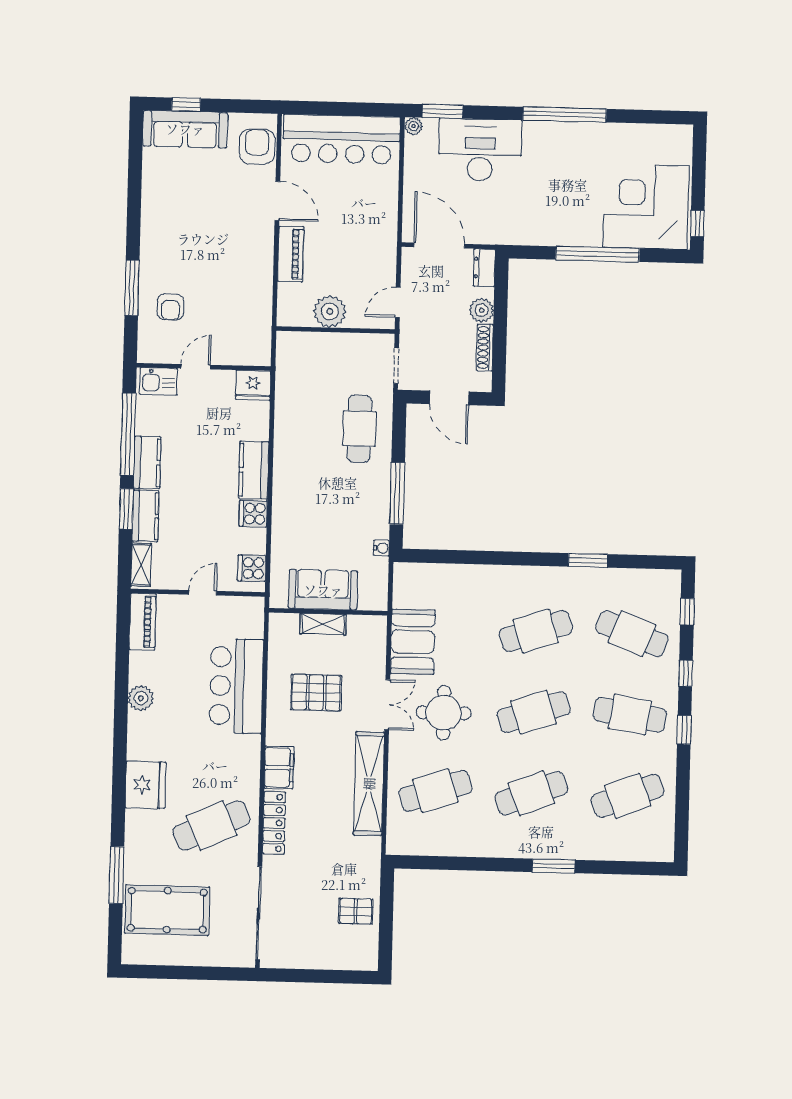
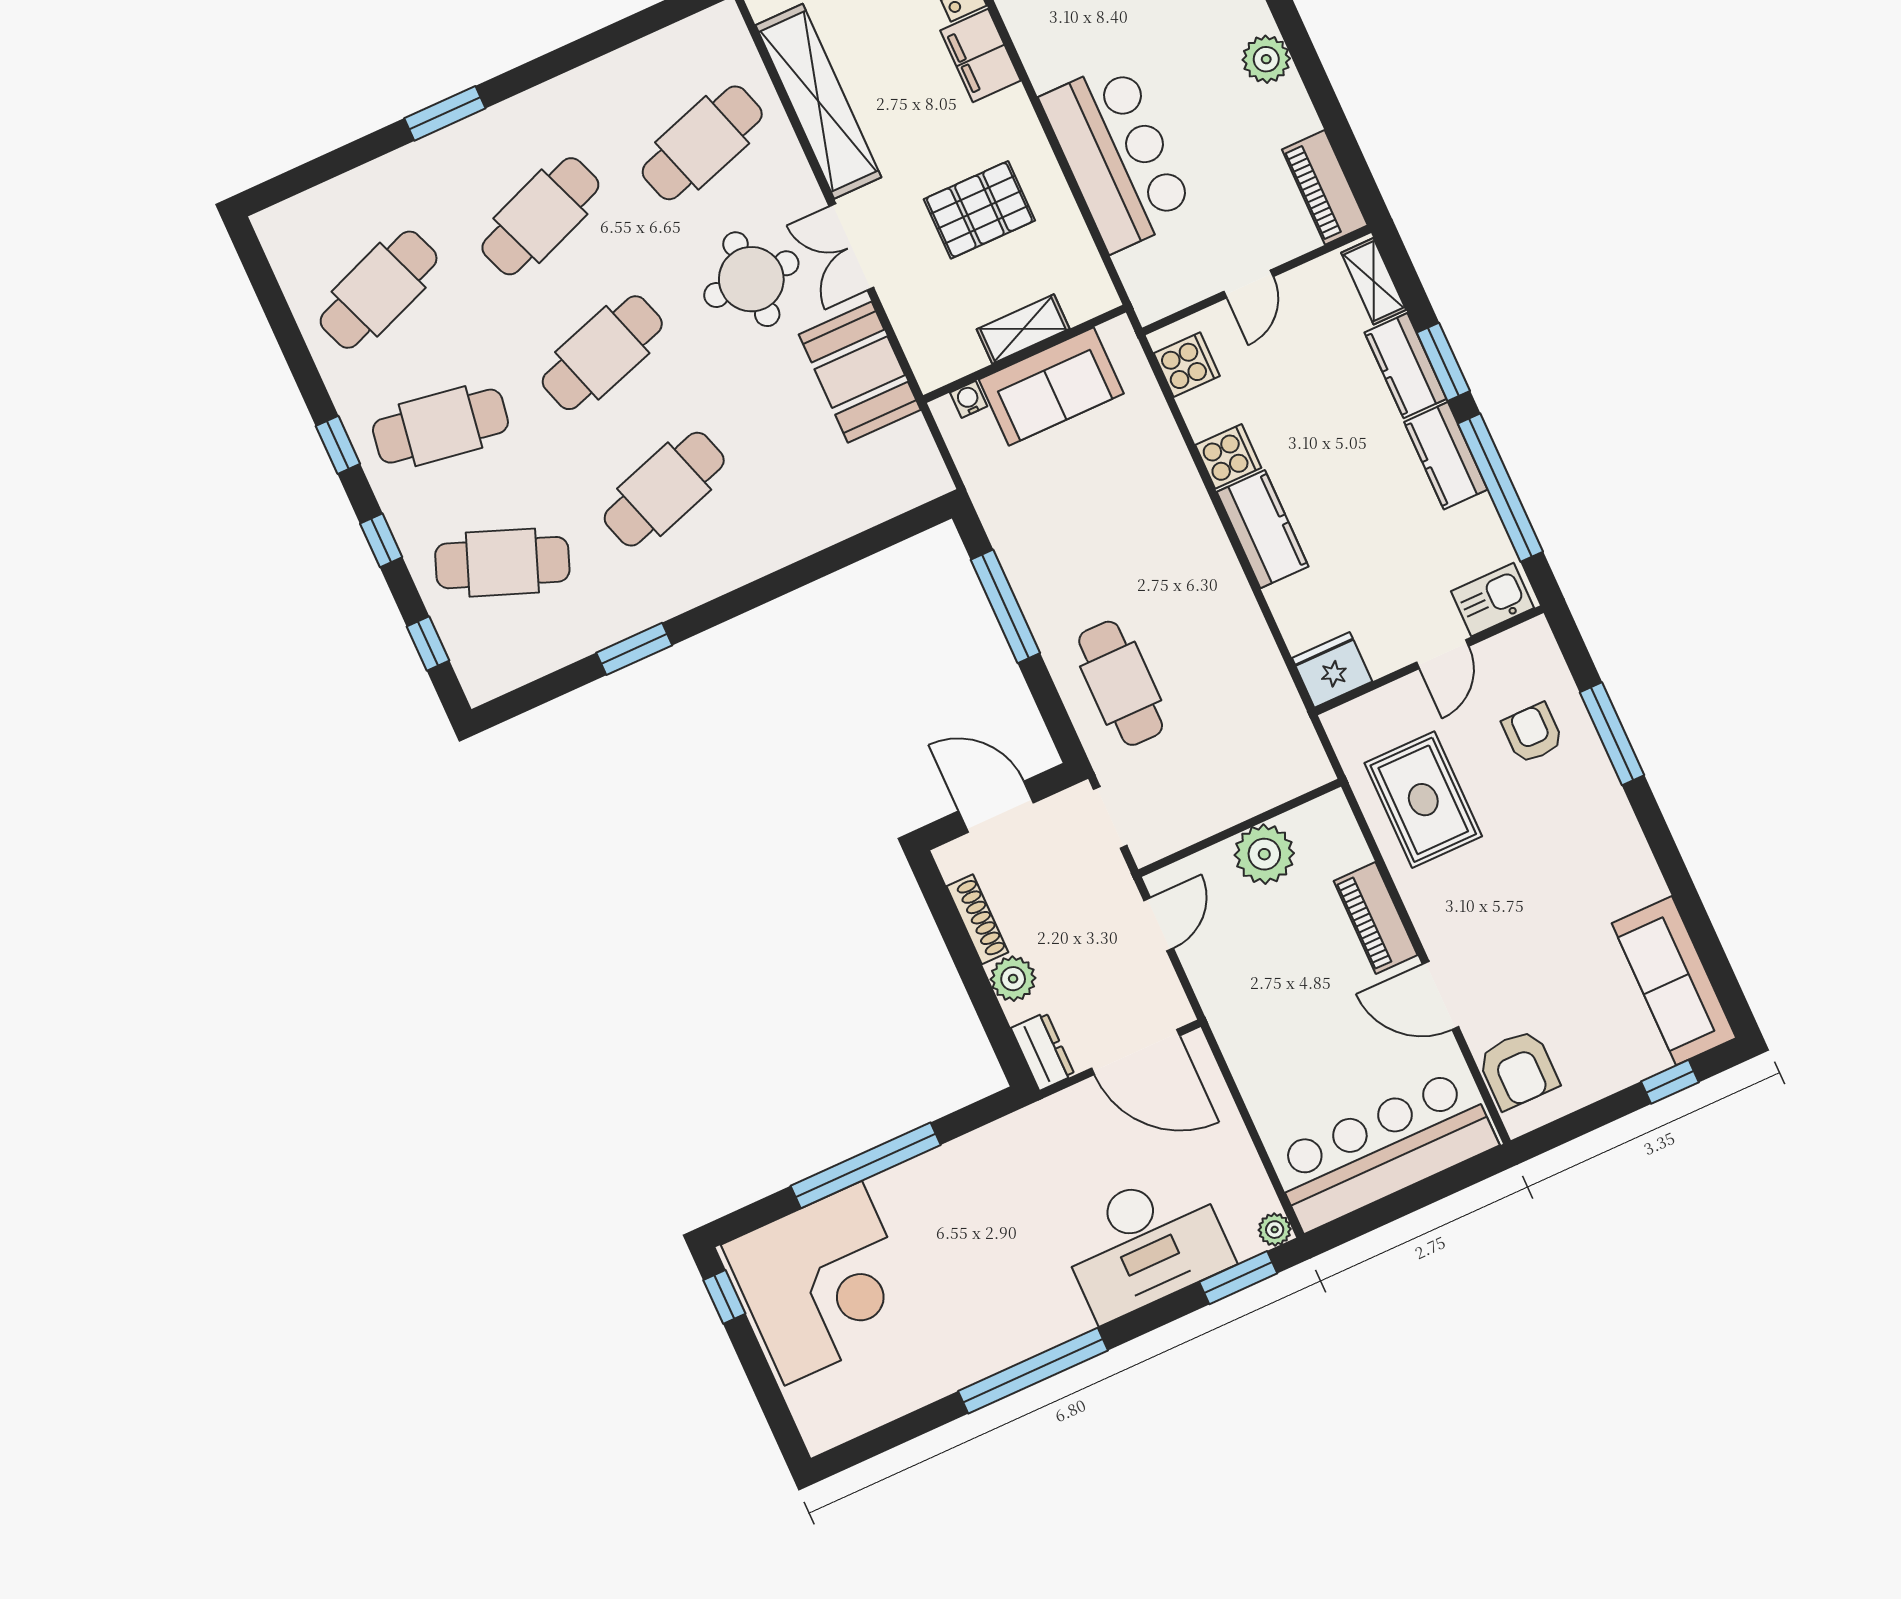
sofa: (185, 129) -> (1674, 981), moved, turned -90
rug: (239, 300) -> (1423, 800), added
water cooler: (381, 548) -> (969, 399), moved, turned 90

